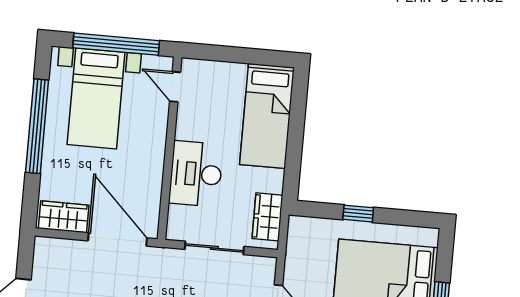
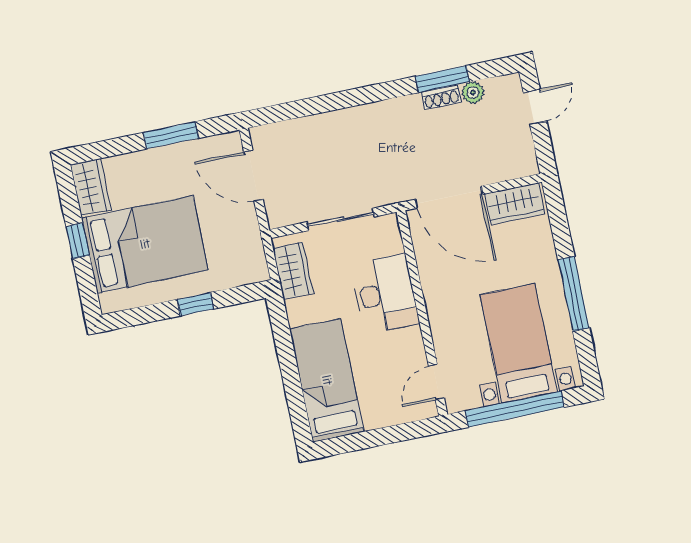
door: (175, 87) -> (436, 382), swing flipped
window: (37, 126) -> (574, 294), width x0.68

